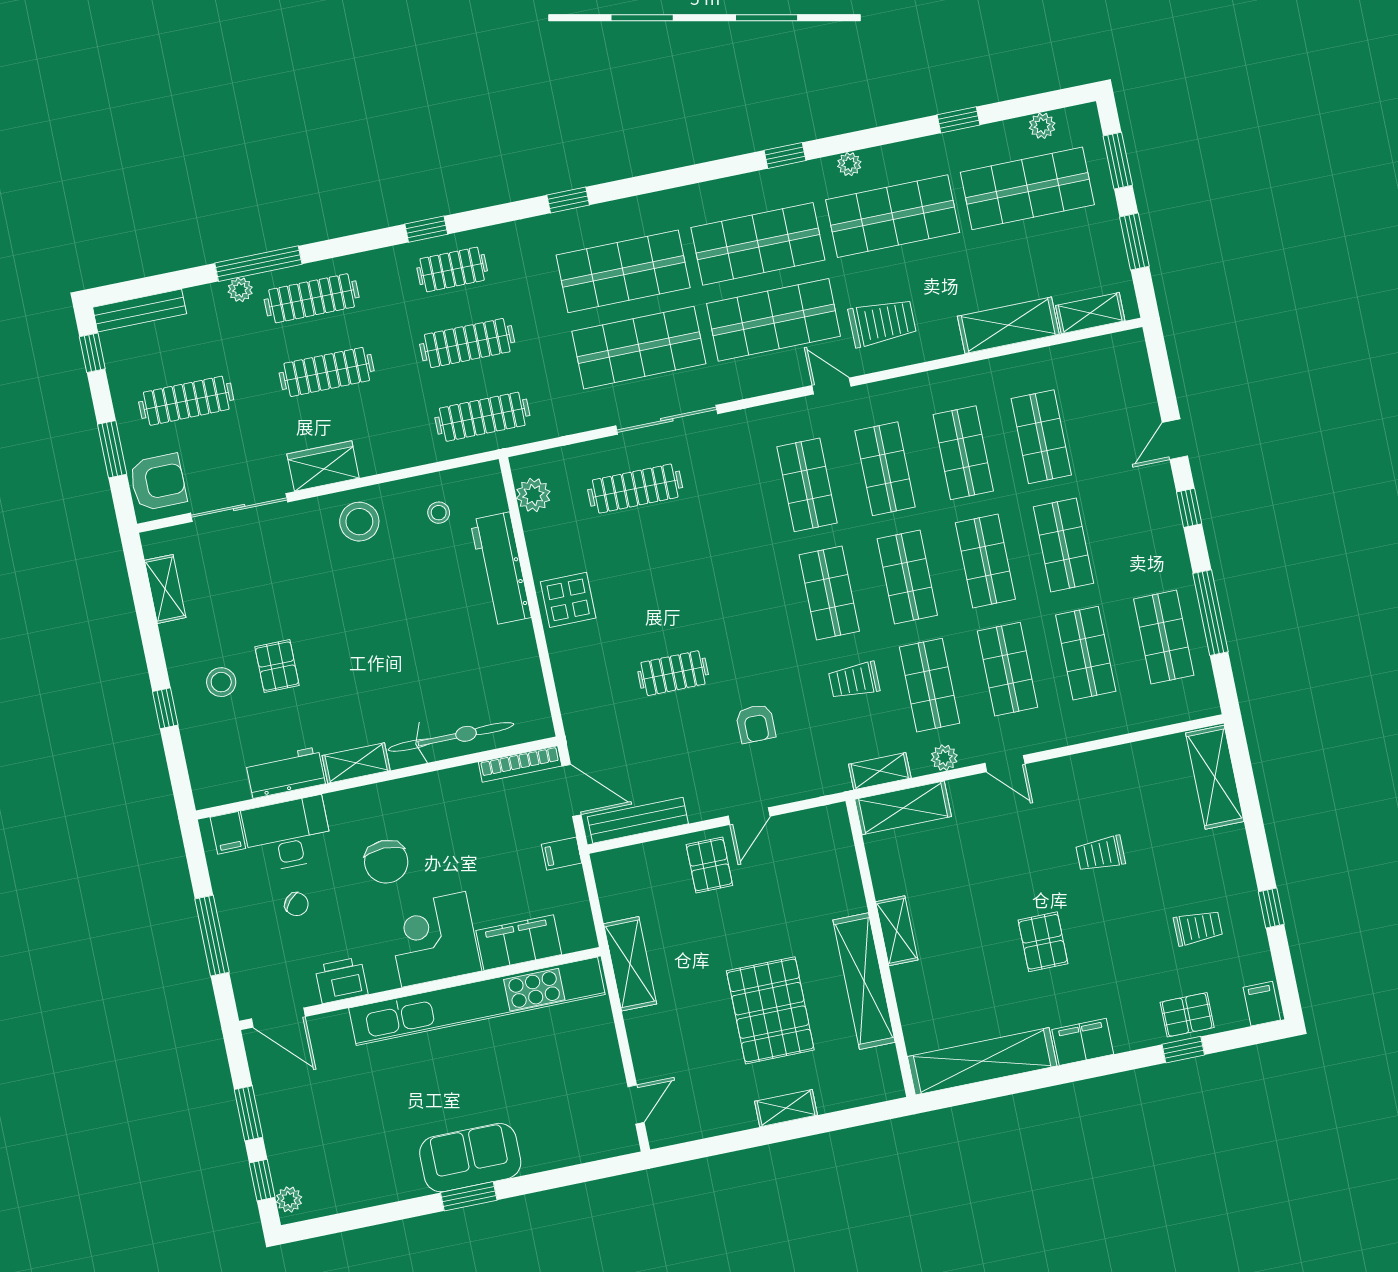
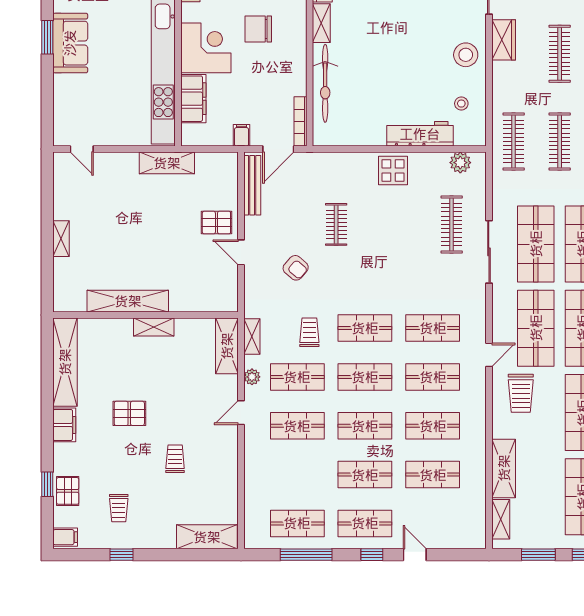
shop shelf: (1086, 653) -> (365, 523), moved
armchair: (756, 724) -> (296, 268), turned -139
pallet: (770, 1010) -> (122, 241), removed

